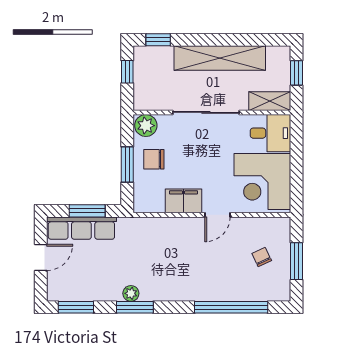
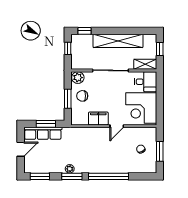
window: (231, 307) -> (108, 176), moved

